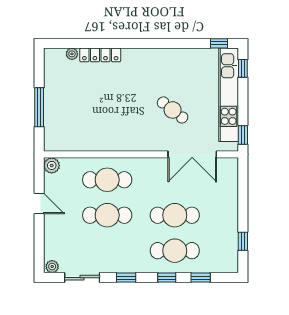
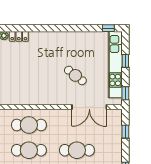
locker: (100, 55) -> (19, 36), width x0.66
window: (243, 68) -> (125, 61), moved
window: (243, 189) -> (125, 132), added

